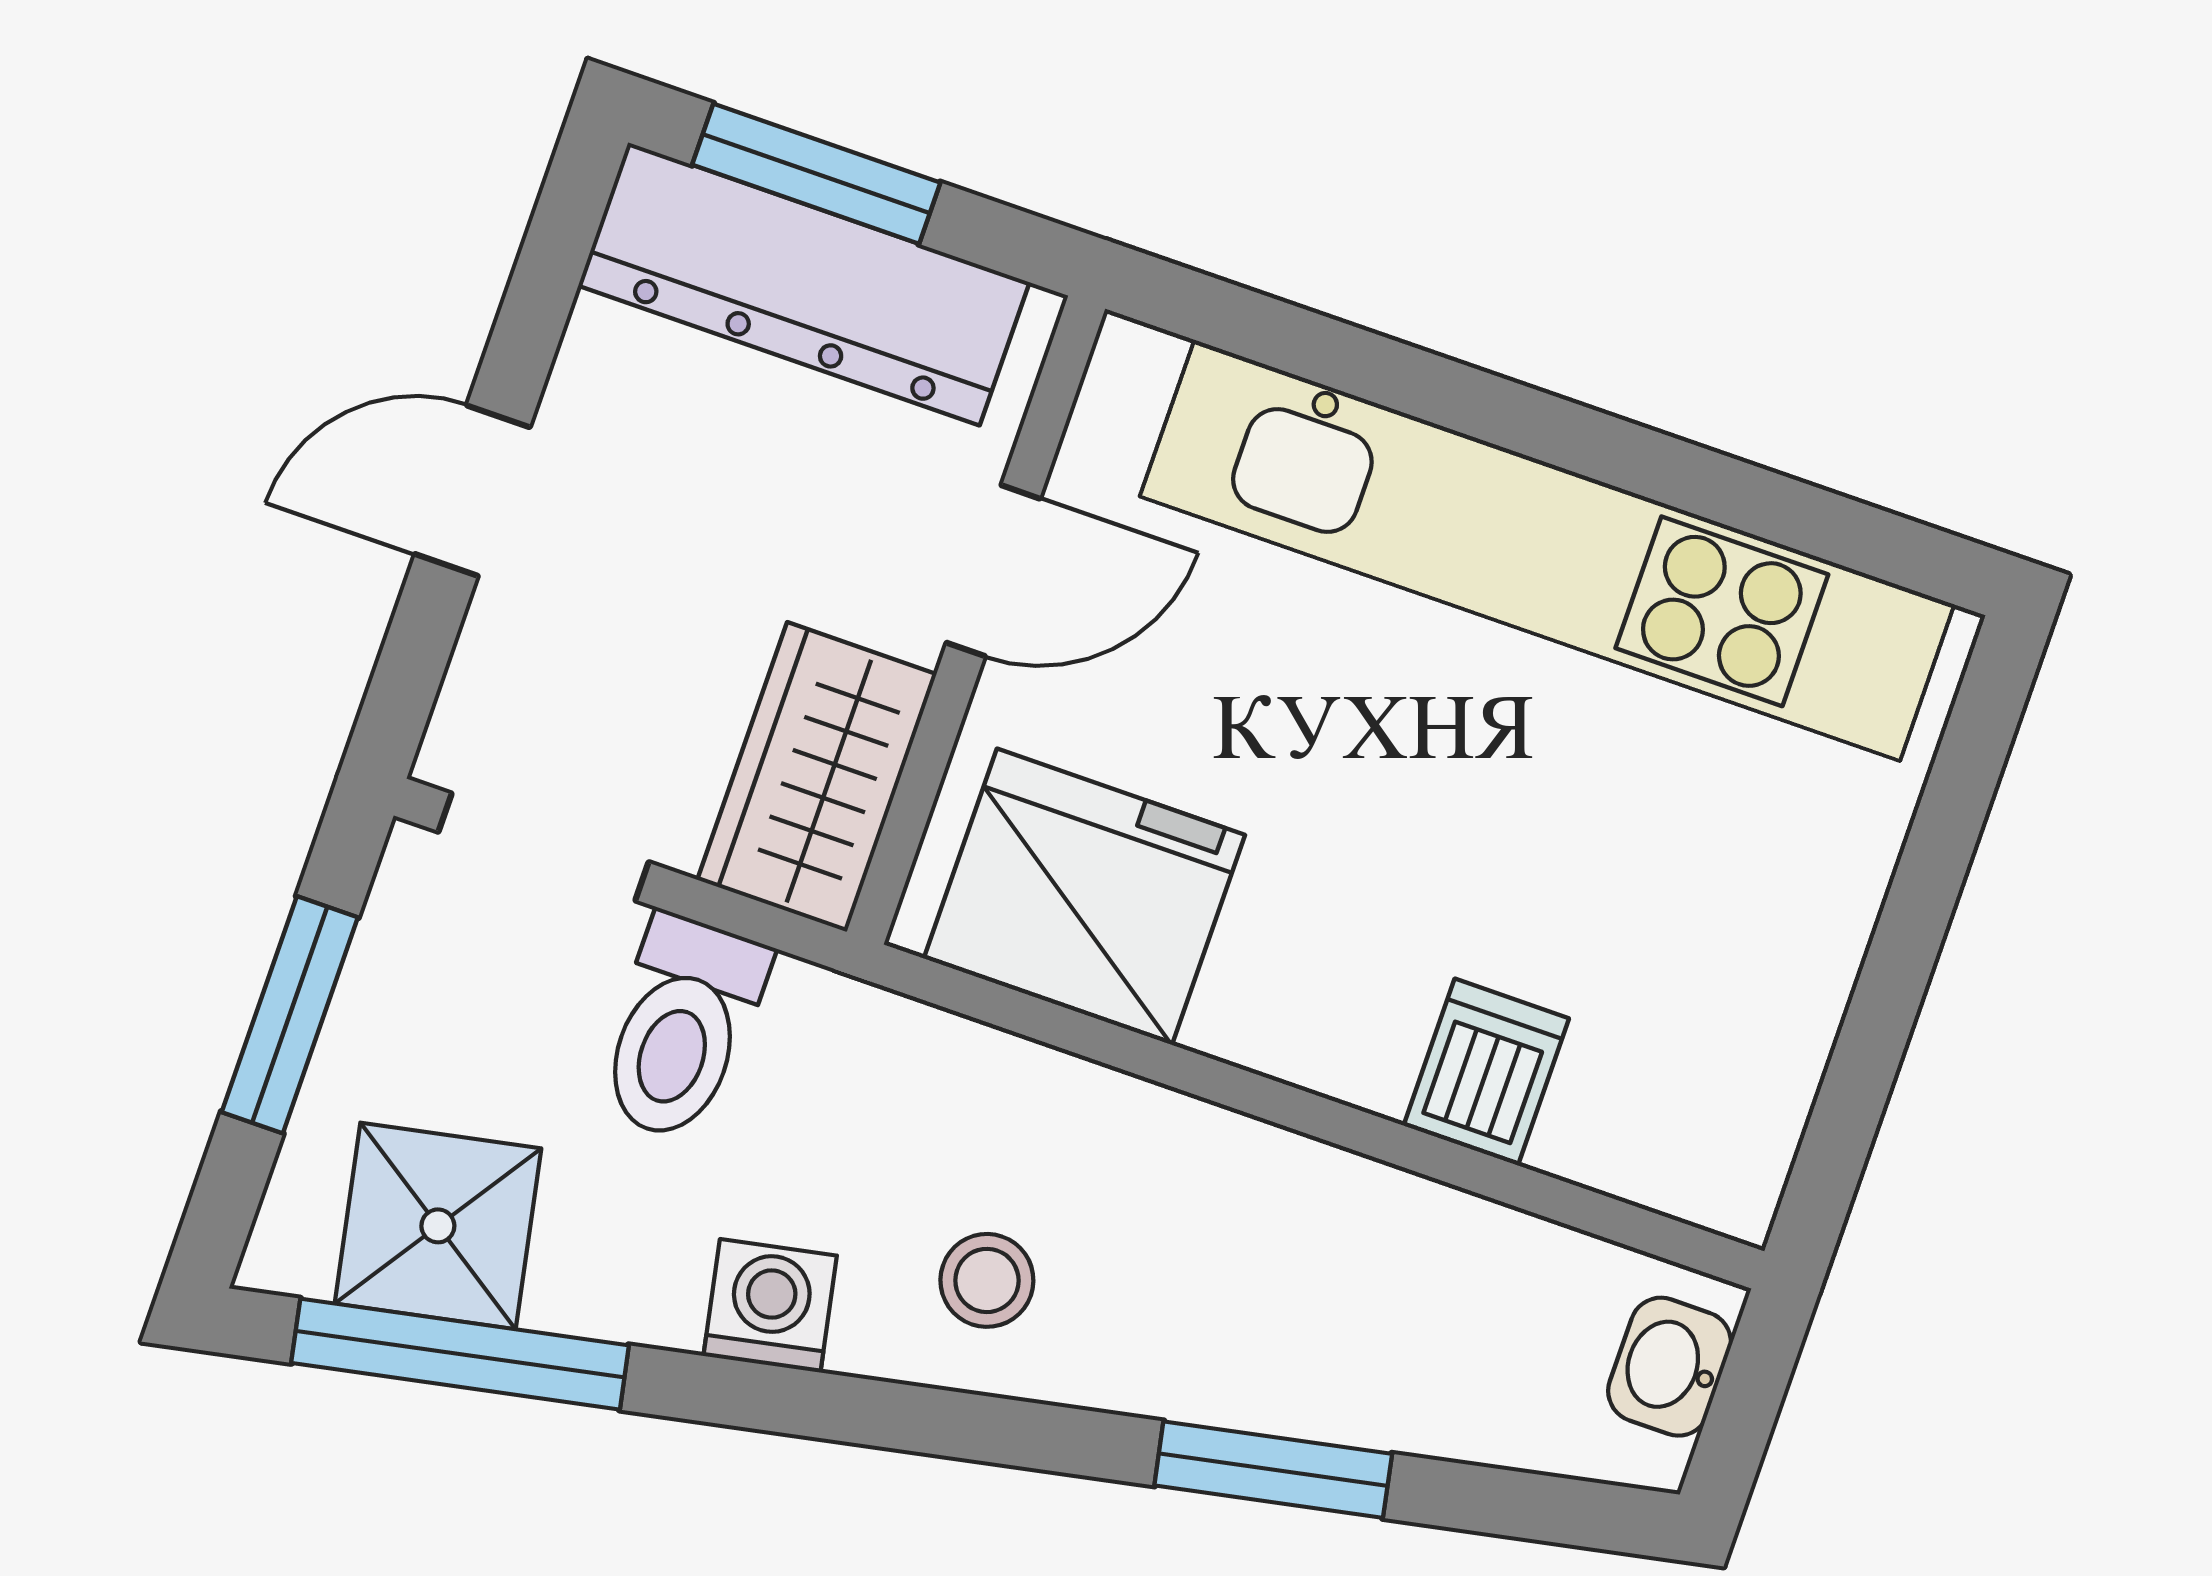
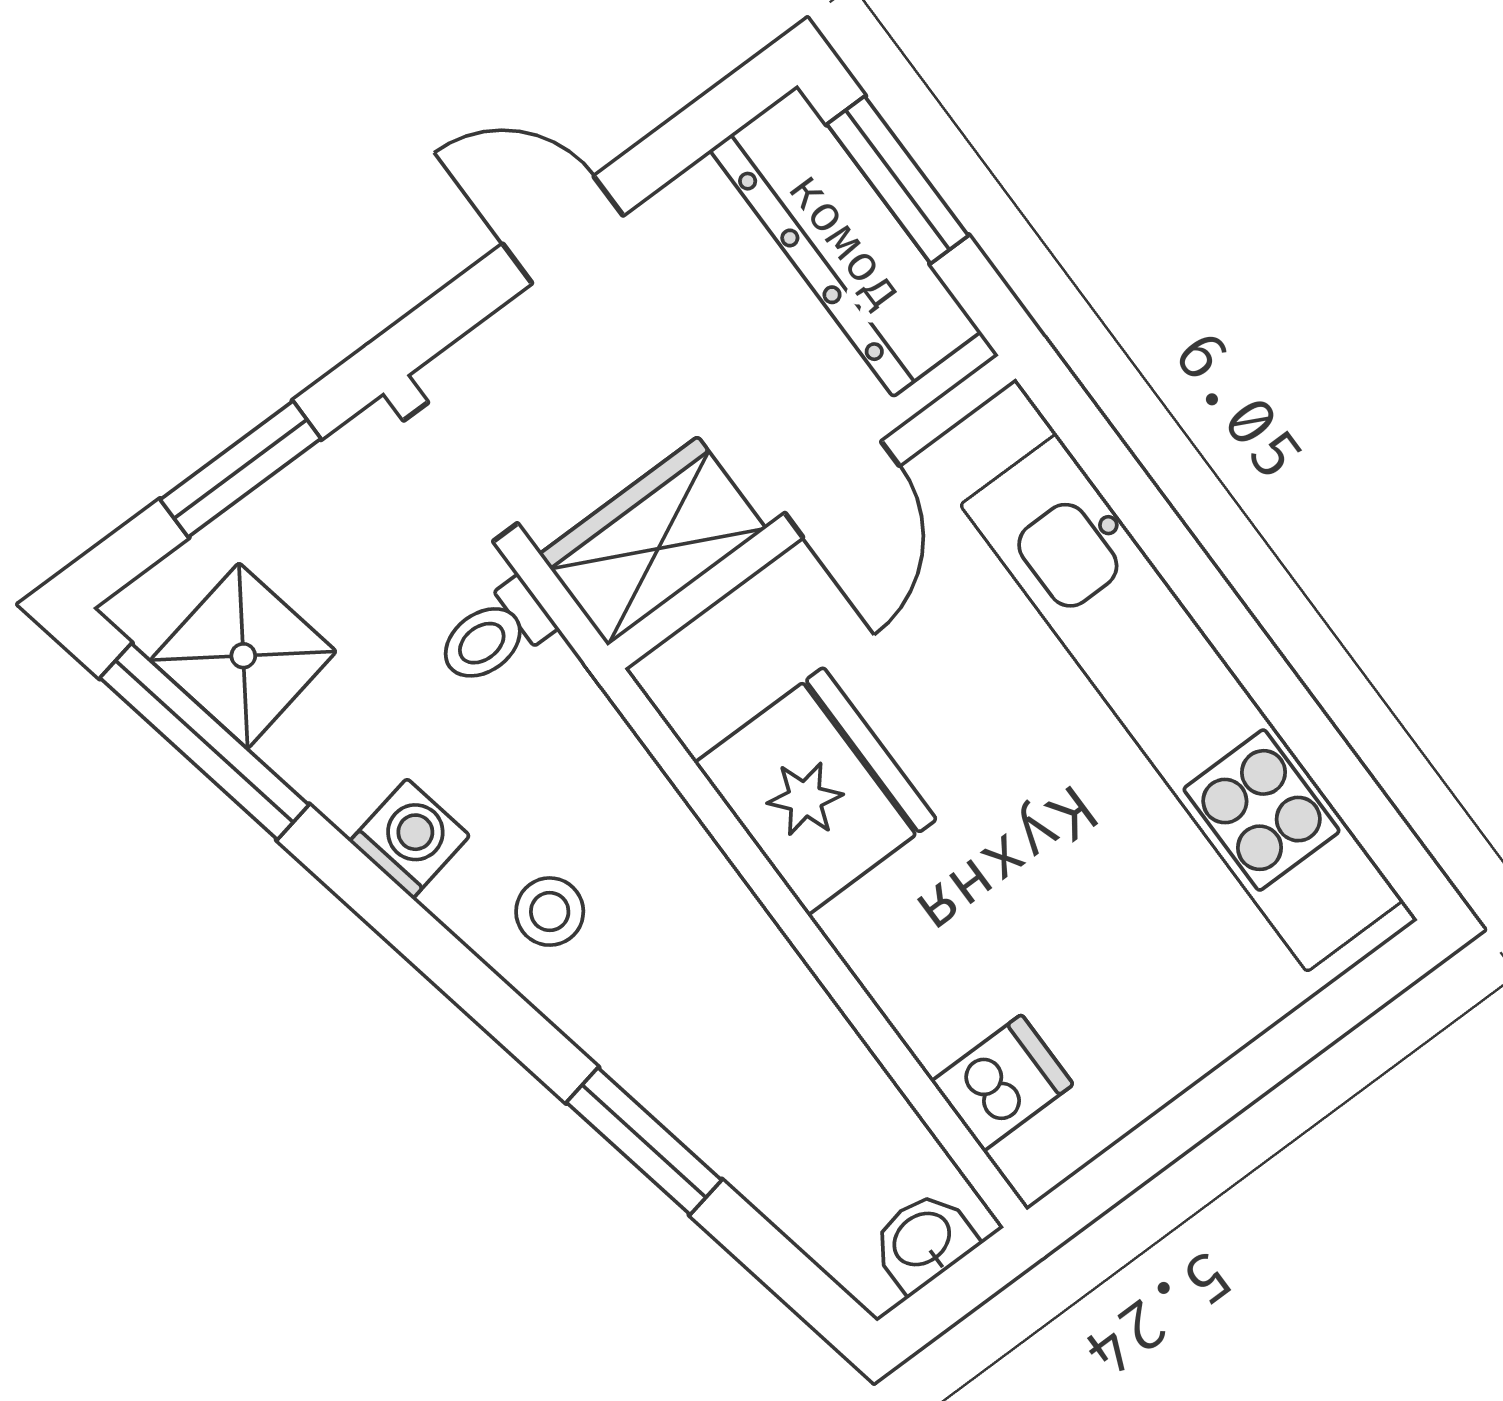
door: (993, 571) -> (842, 489), hinge flipped
fridge: (1084, 897) -> (816, 791), moved
toilet: (682, 1028) -> (494, 634), width x0.73, depth x0.72
dishwasher: (1486, 1072) -> (1002, 1083), moved

